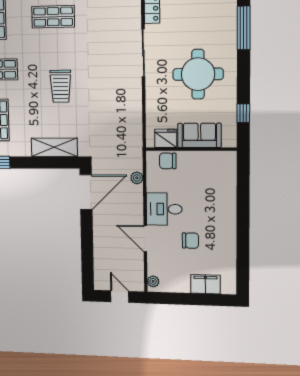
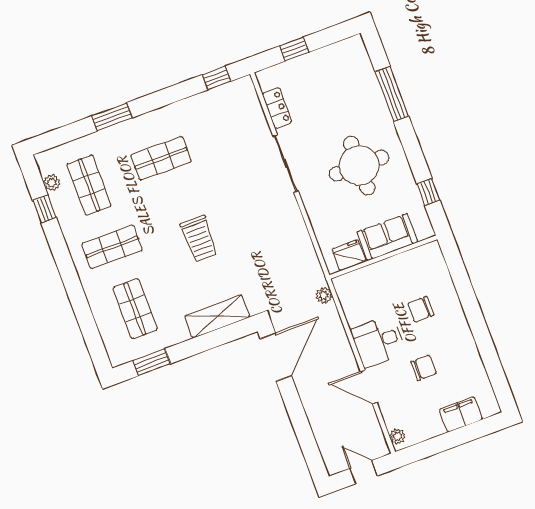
chair: (168, 161) -> (421, 309), moved
plant: (137, 178) -> (324, 295), moved

